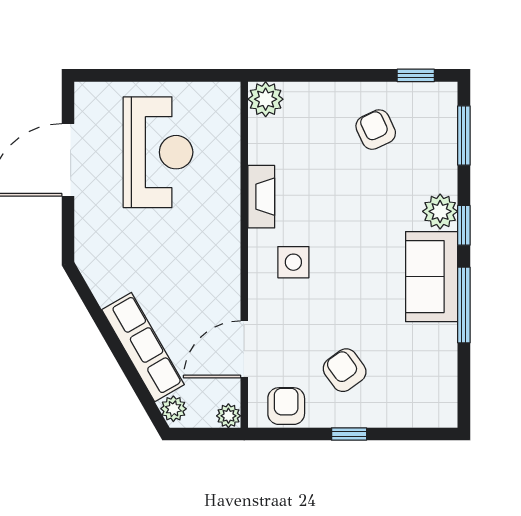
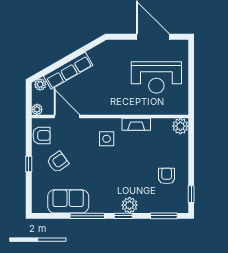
armchair: (376, 130) -> (167, 176), turned -65
sofa: (432, 277) -> (68, 201), moved

